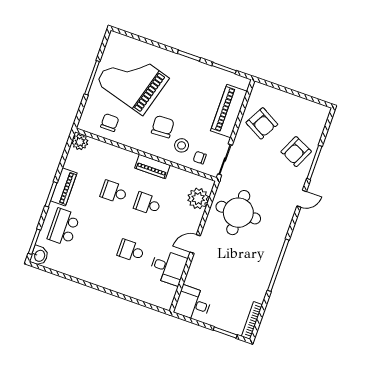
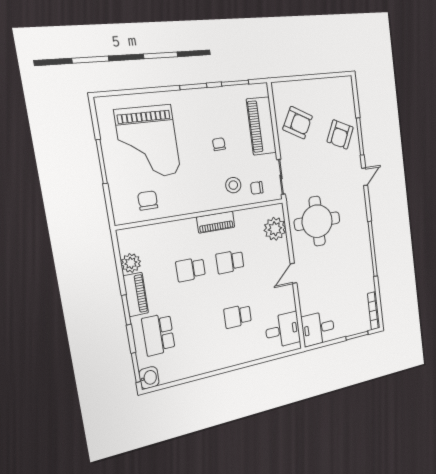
grand piano: (132, 80) -> (148, 142), turned -106
chair: (163, 127) -> (219, 144), moved, width x0.54, depth x0.54
plant: (80, 142) -> (131, 263), moved
desk: (168, 267) -> (283, 330), moved

